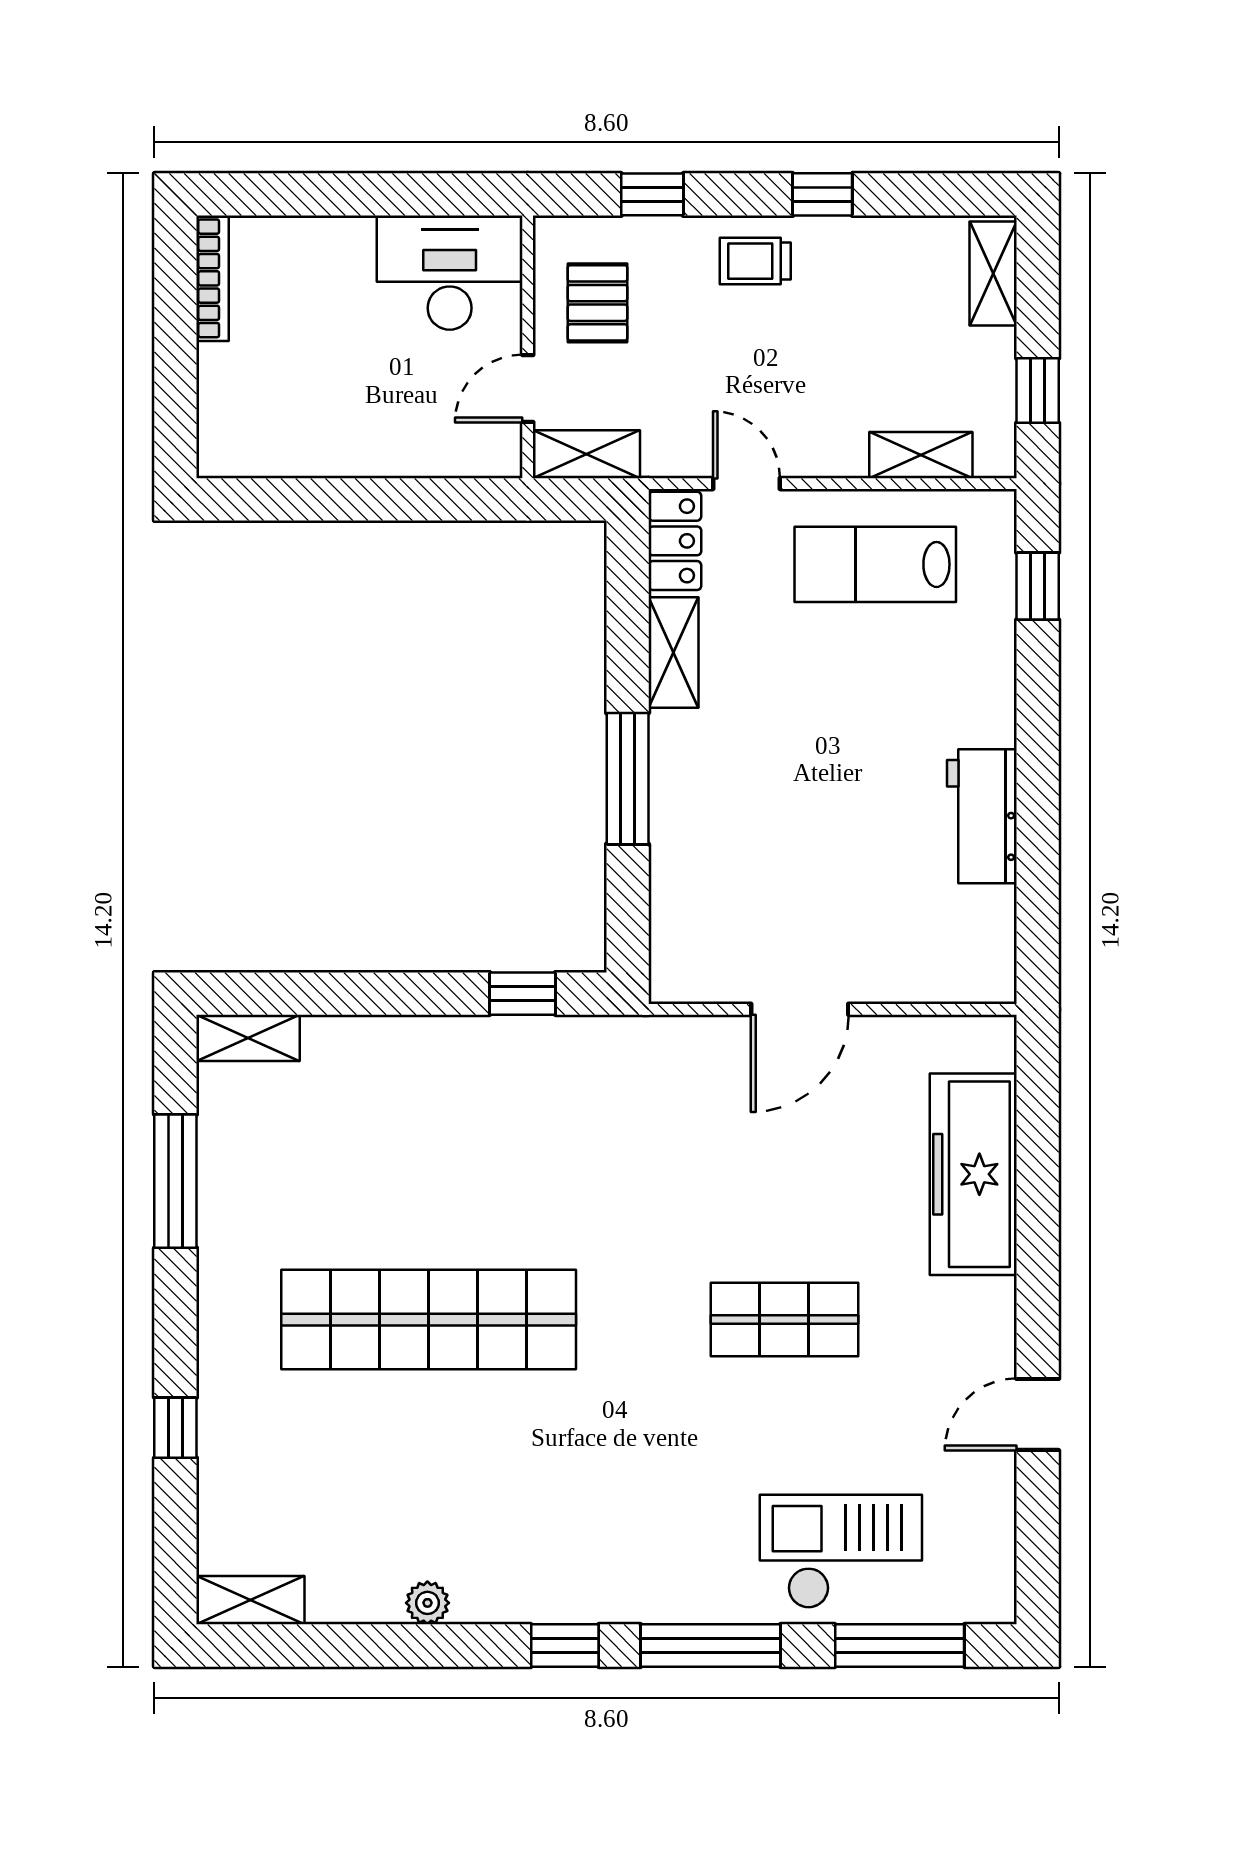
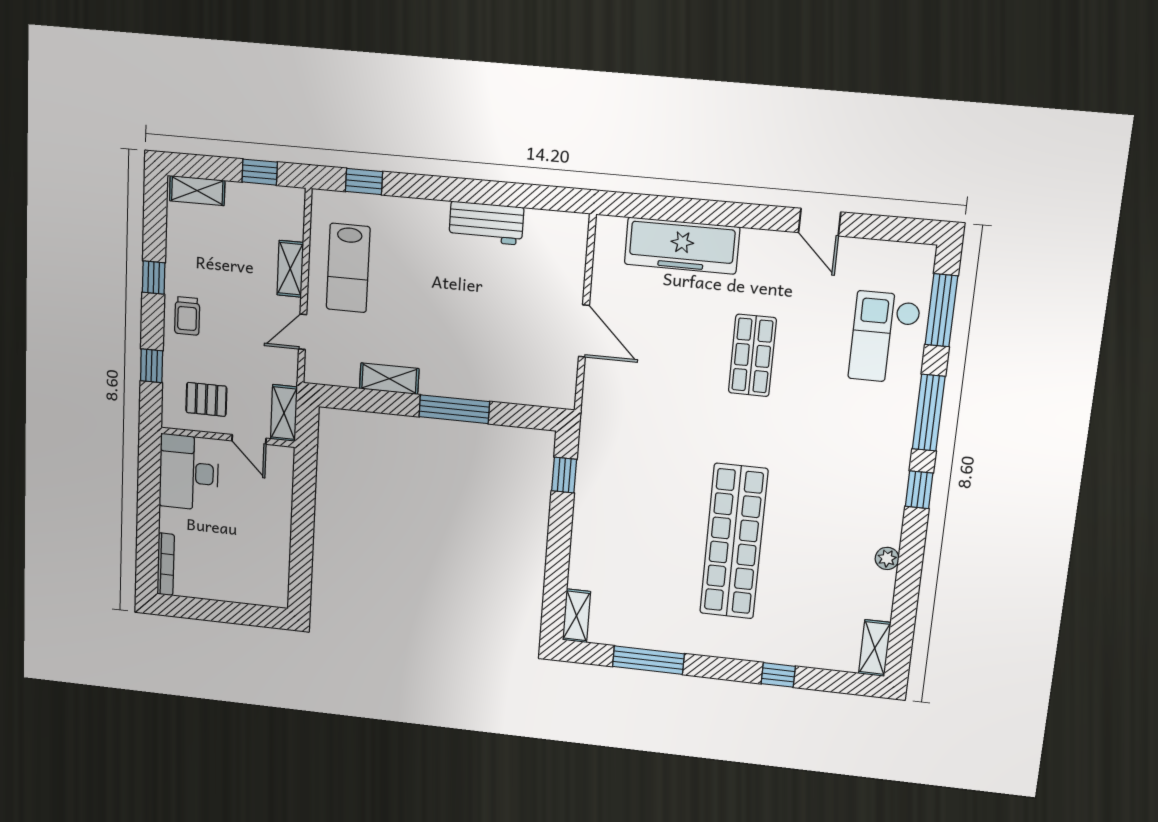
bookcase: (213, 278) -> (166, 564), moved, turned 90
shelving: (921, 455) -> (290, 269), moved
locker: (675, 541) -> (331, 372), removed

